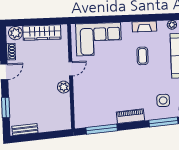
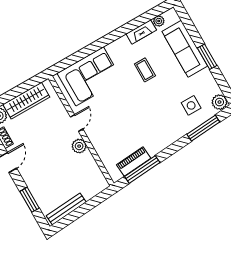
fireplace: (144, 26) -> (141, 32), moved
piano: (130, 116) -> (134, 162), moved
bench: (25, 130) -> (66, 209), width x1.36

